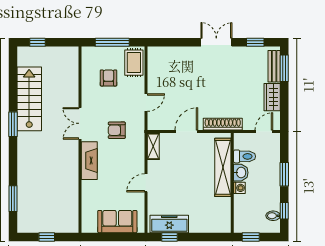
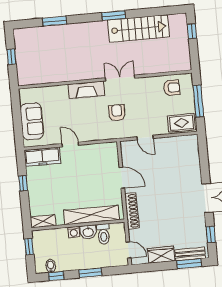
armchair: (109, 78) -> (172, 88), moved
shelving: (153, 146) -> (43, 221), moved
window: (13, 199) -> (55, 21), moved
freezer: (169, 224) -> (42, 157), moved, turned 90
window: (170, 237) -> (23, 183), moved

